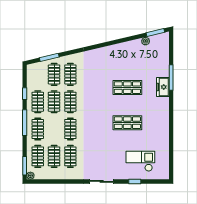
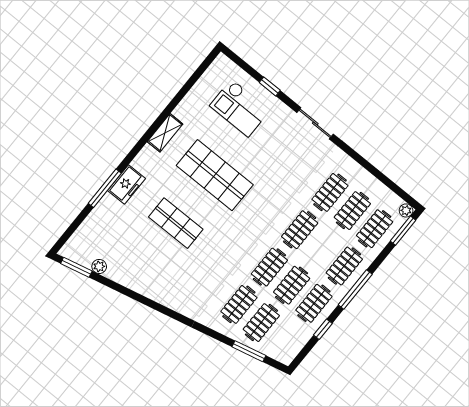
shop shelf: (127, 123) -> (215, 175), width x1.43, depth x1.36
shelving: (164, 124) -> (165, 133), added

